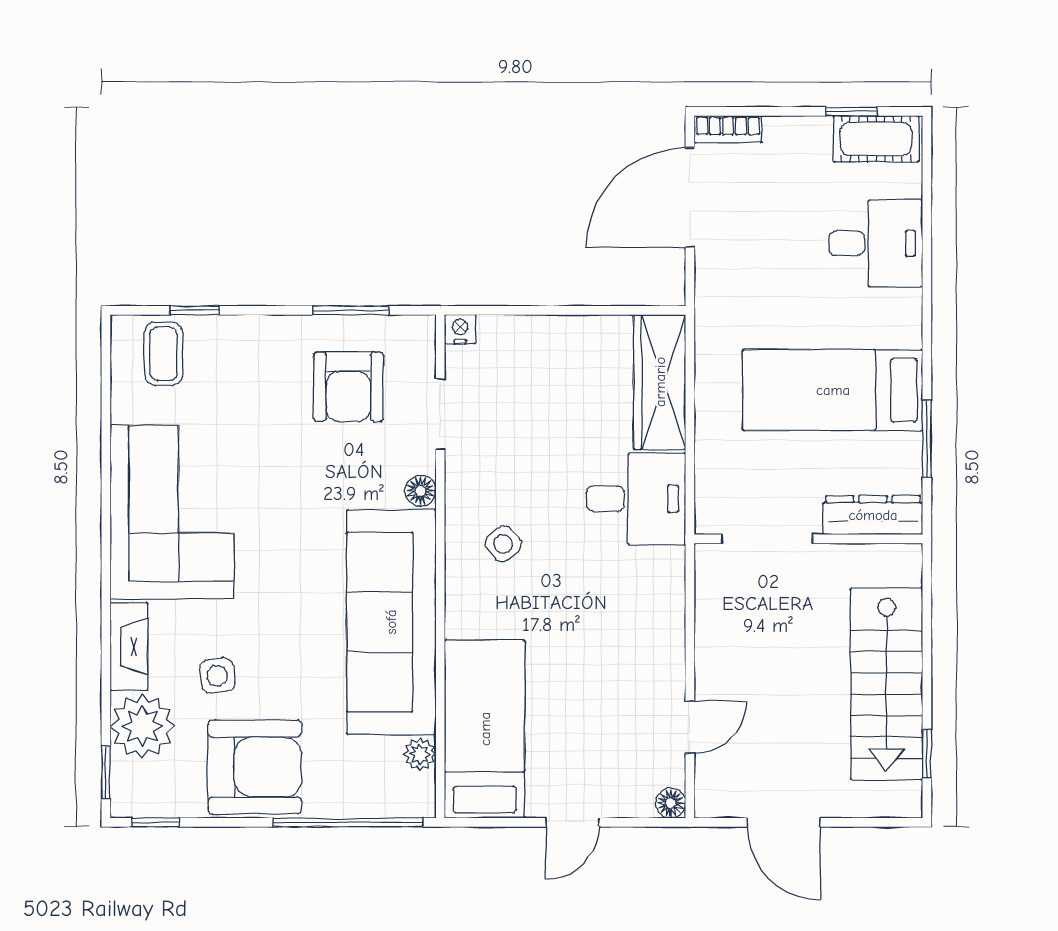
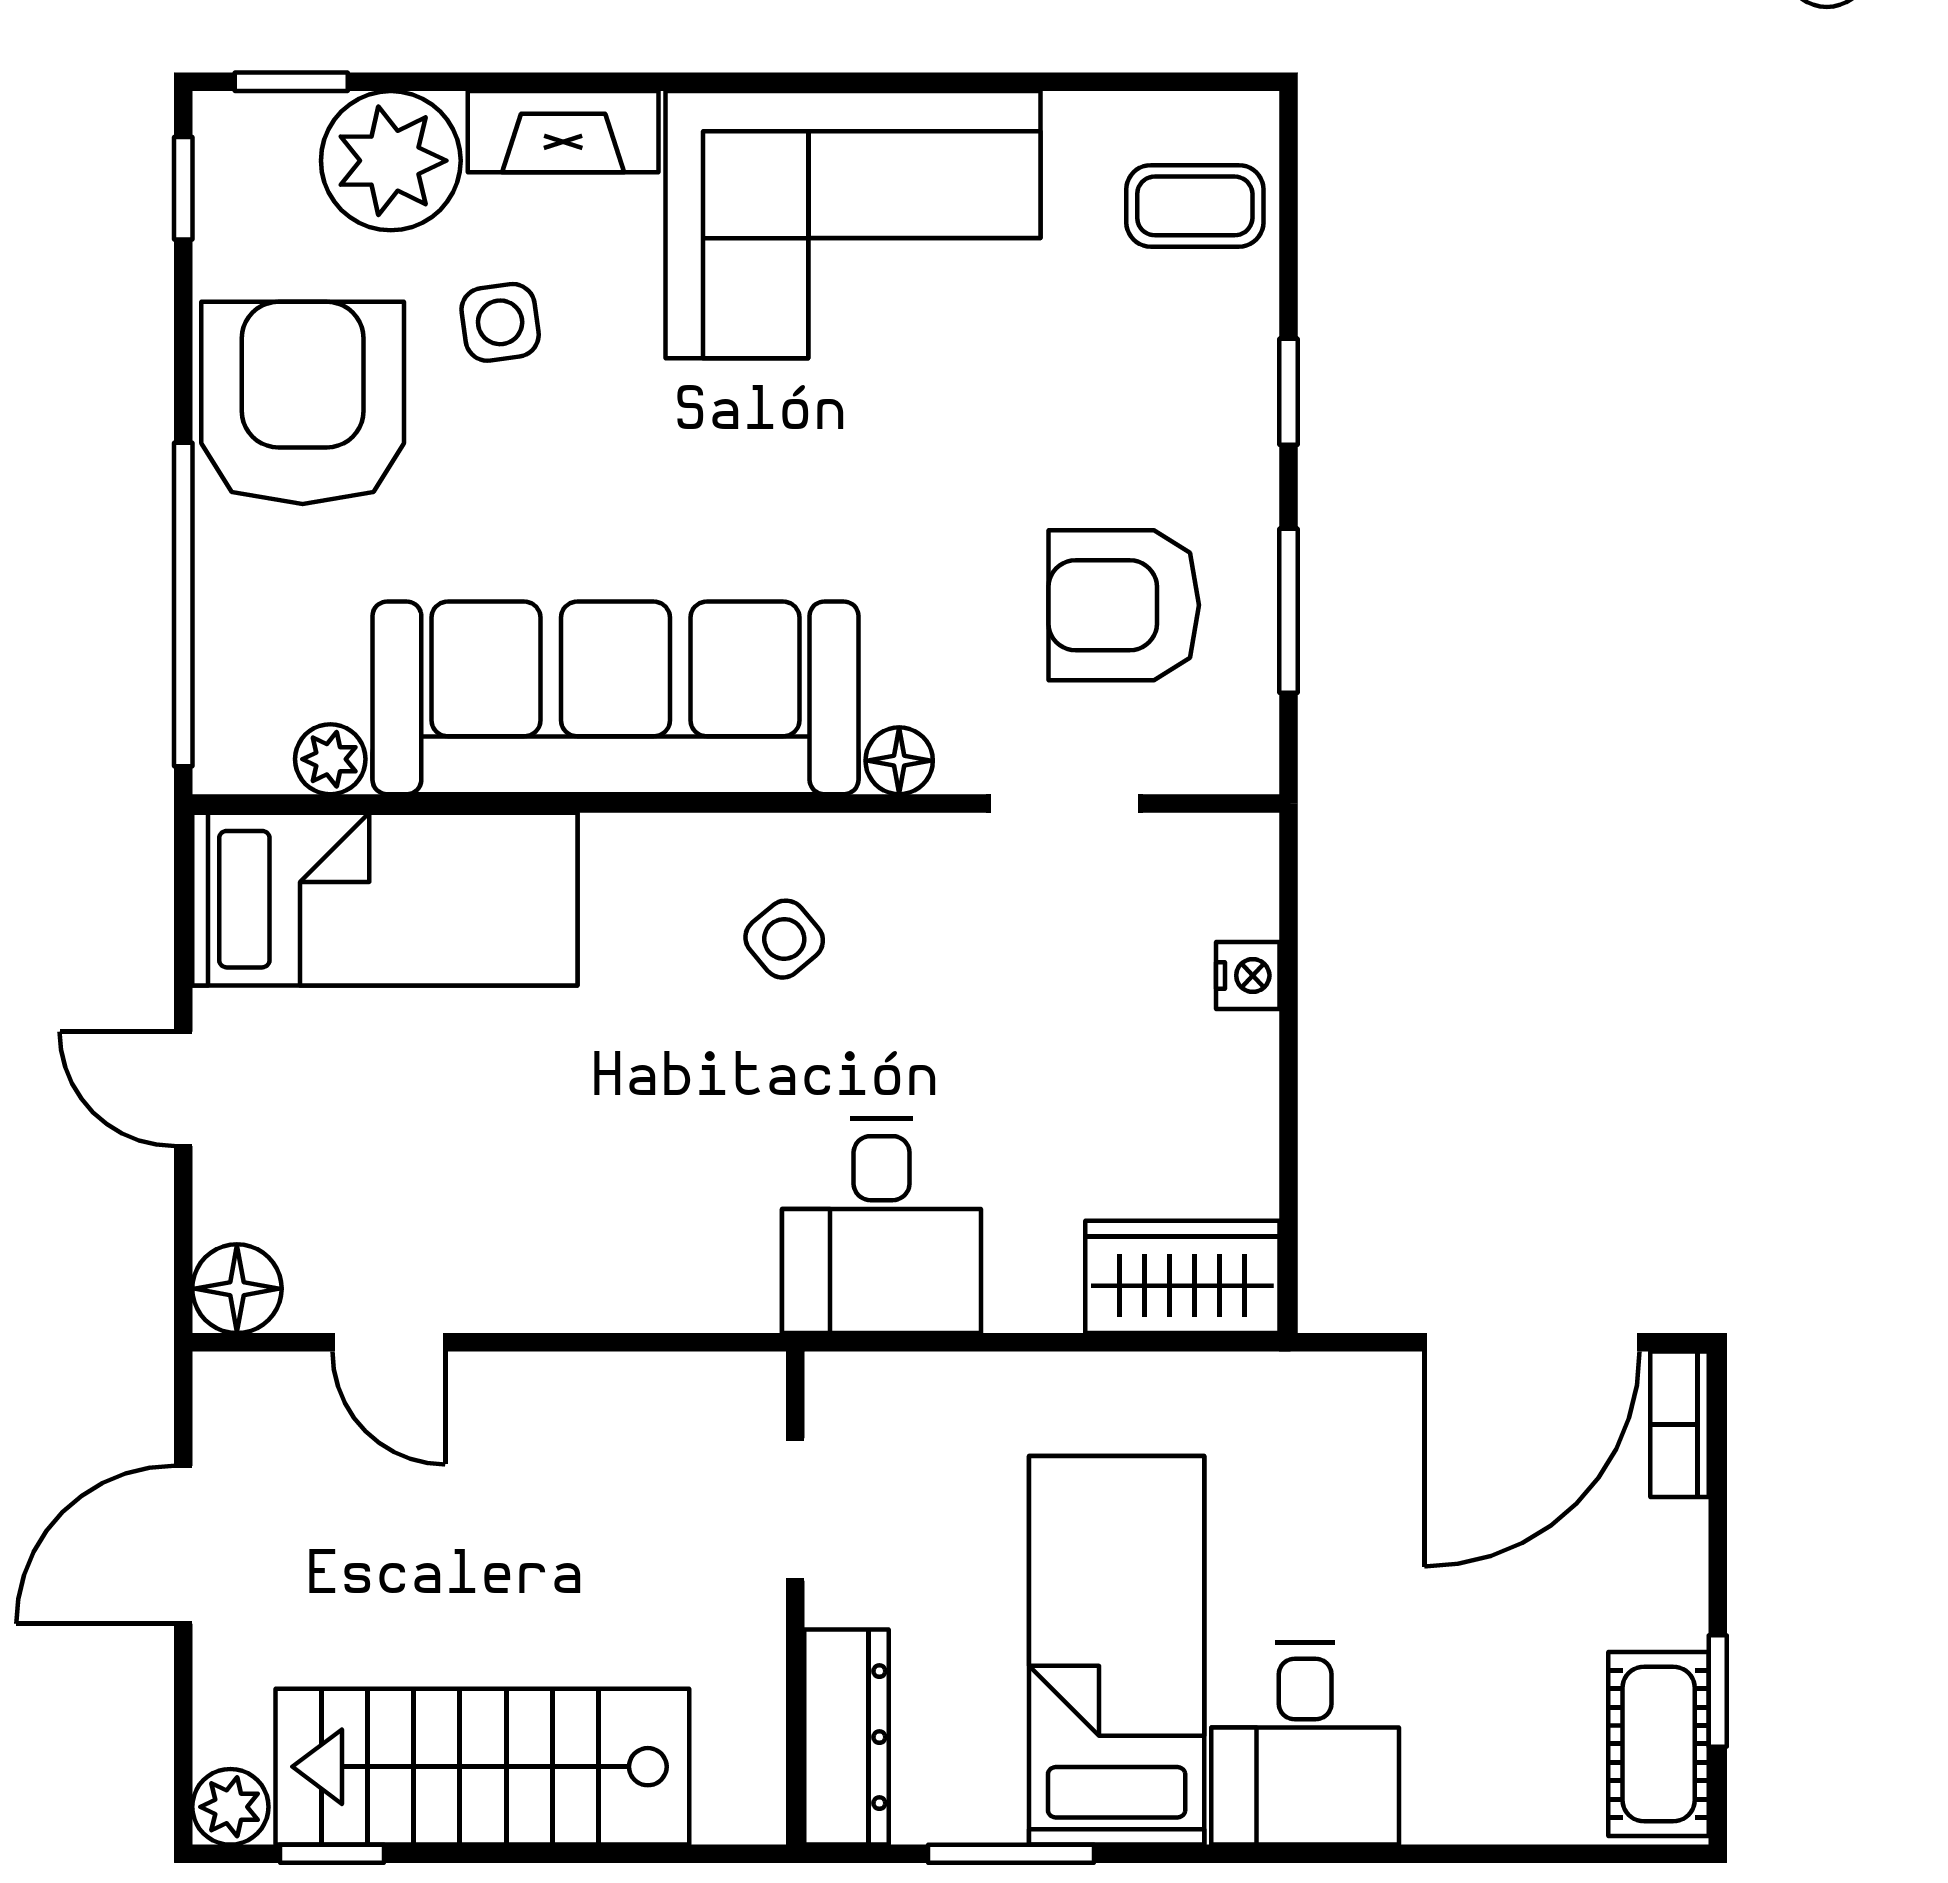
door: (690, 198) -> (1532, 1342), swing flipped
desk: (876, 243) -> (1305, 1744), moved
window: (194, 310) -> (1289, 392), moved
nightstand: (460, 329) -> (1248, 975), moved
wardrobe: (660, 382) -> (1182, 1277), width x0.67
doorway: (767, 539) -> (795, 1510), width x0.73
armchair: (255, 767) -> (303, 403), turned 180
plant: (905, 801) -> (230, 1807), added
floor lamp: (671, 803) -> (237, 1289), width x1.37, depth x1.37

